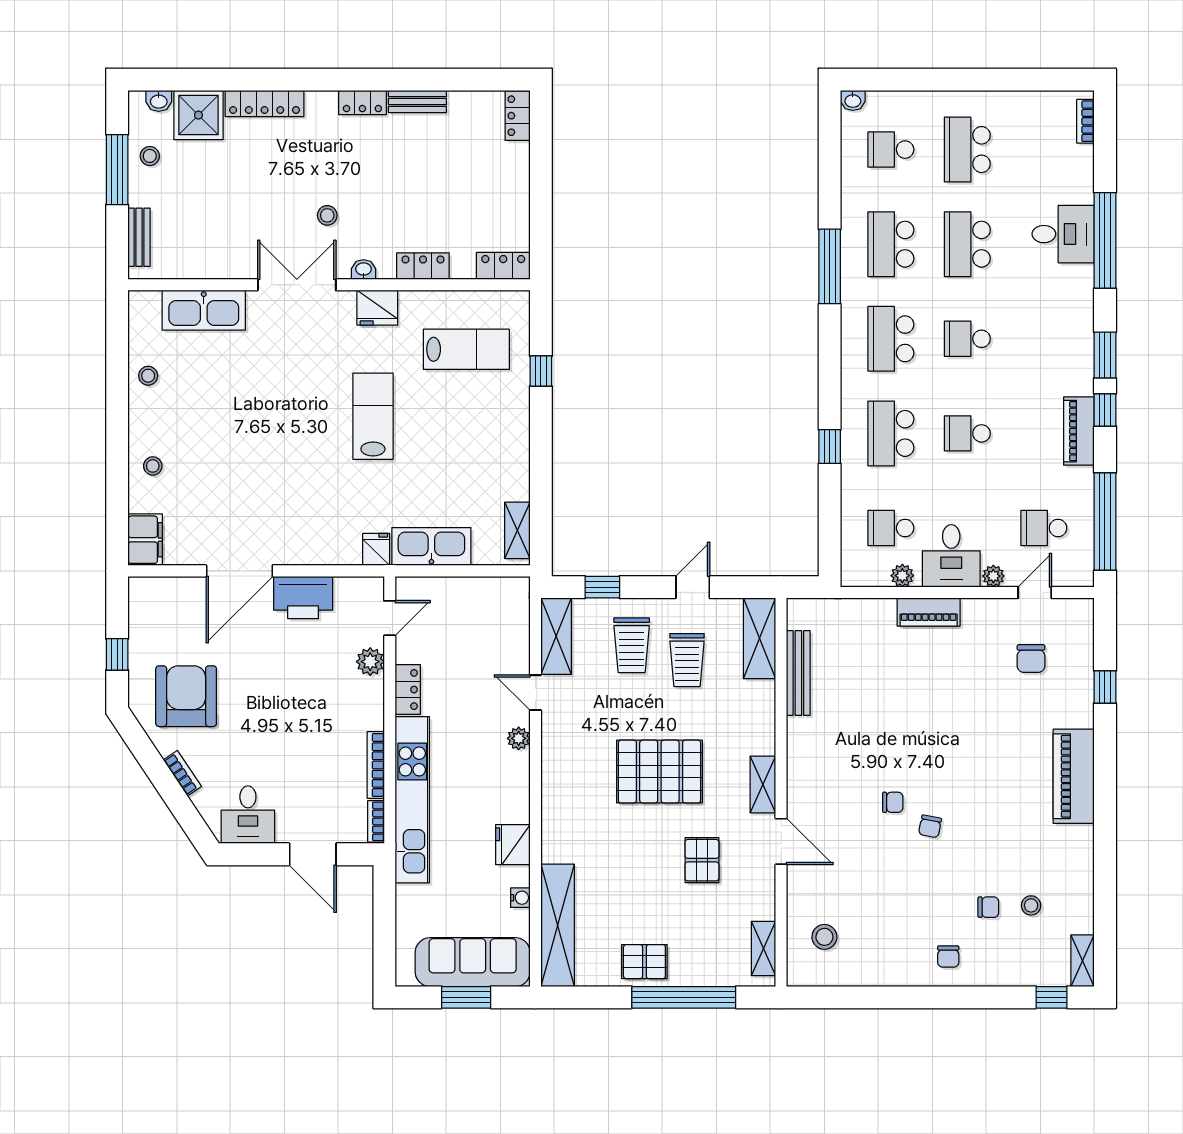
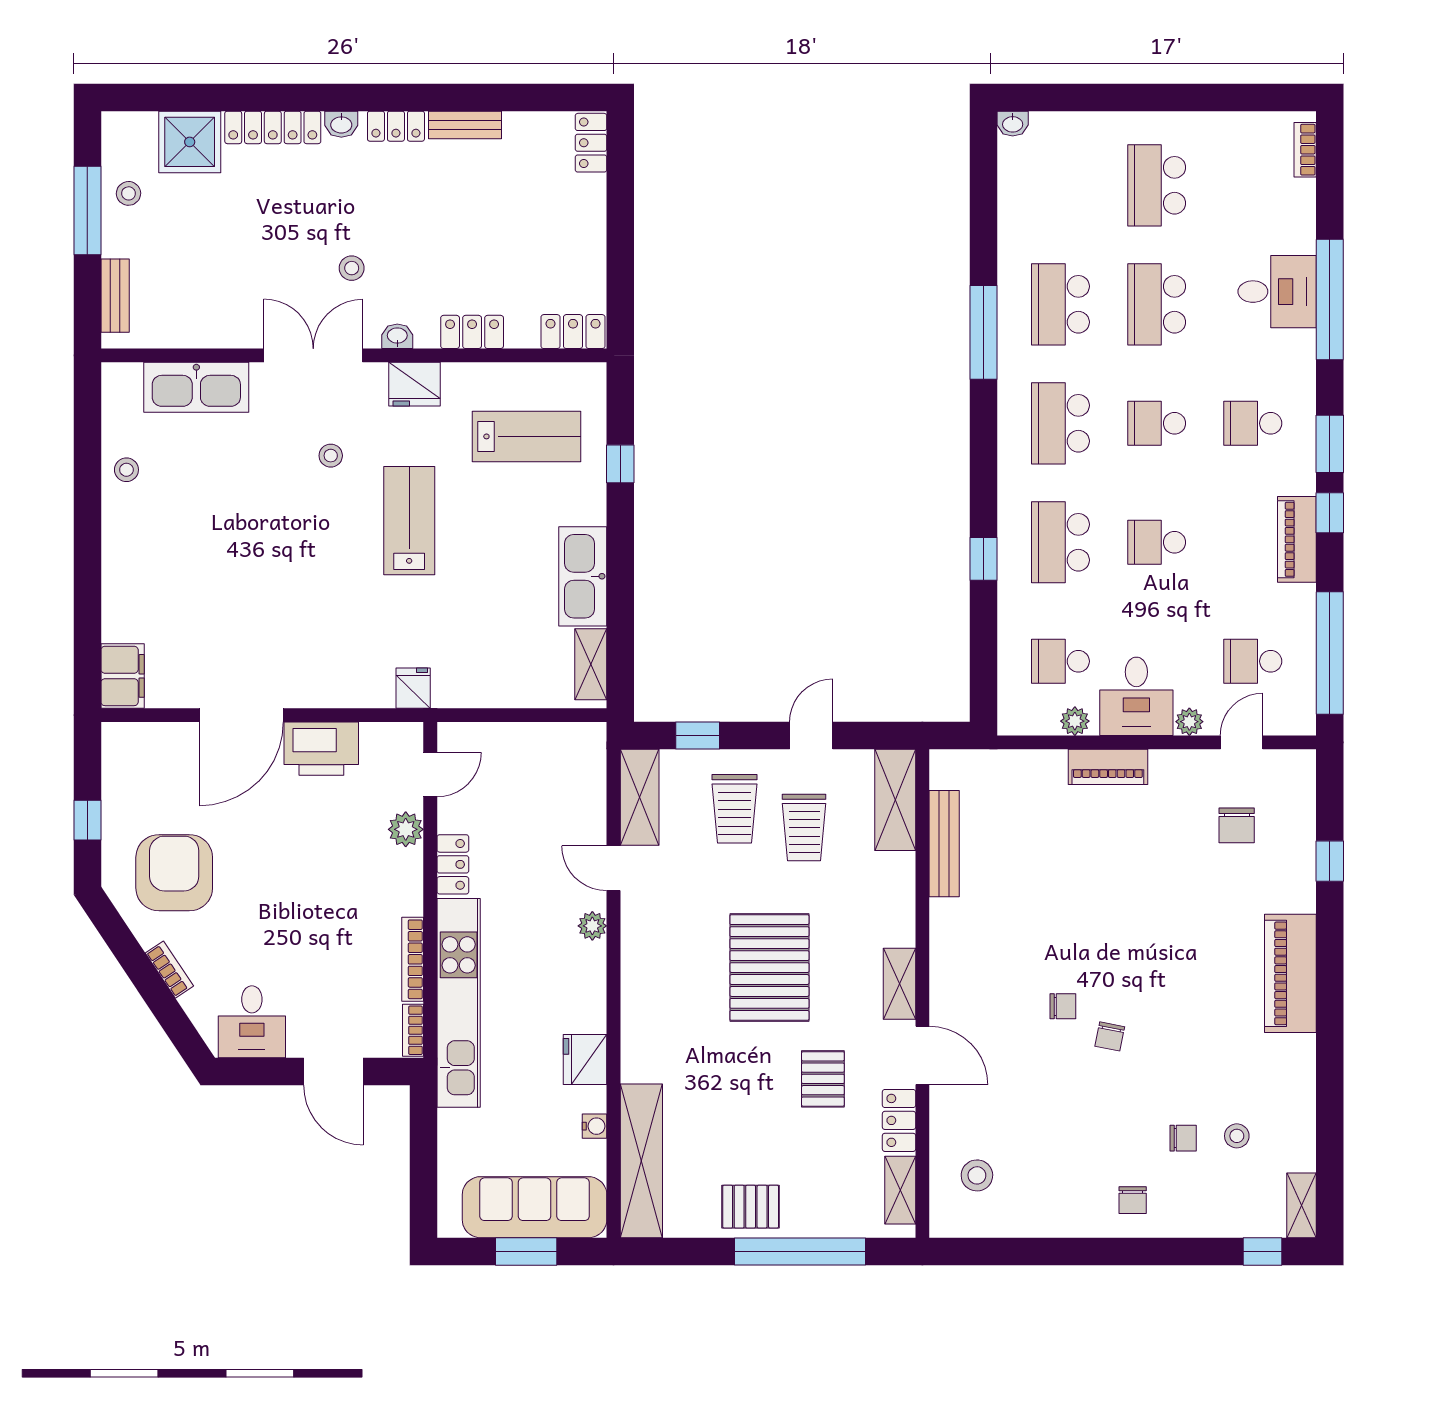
washbasin: (159, 101) -> (341, 124), moved
school desk: (891, 150) -> (1253, 423), moved
stool: (153, 466) -> (331, 456), moved
kitchen sink: (431, 547) -> (583, 576), moved, turned -90
pallet: (659, 772) -> (769, 968), turned 90
locker: (762, 893) -> (899, 1120), added

